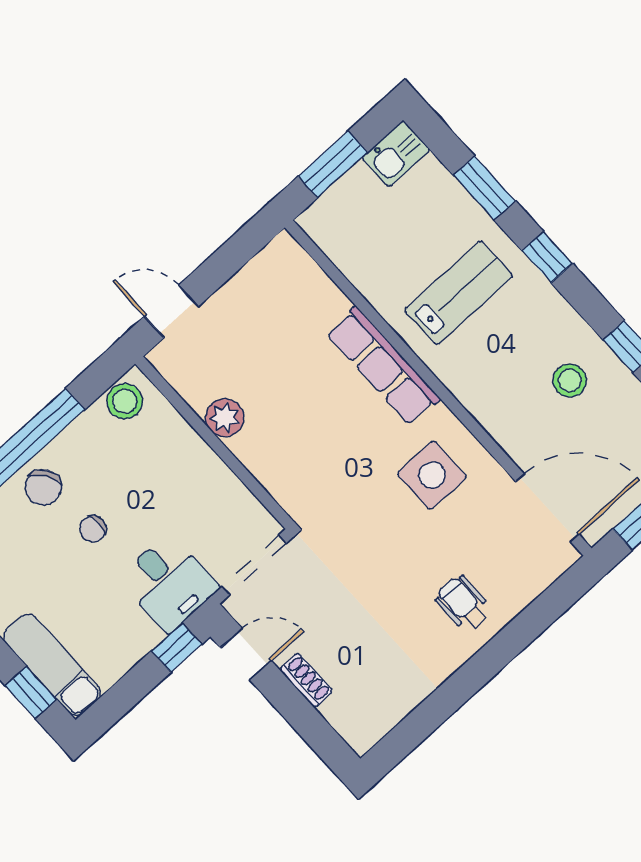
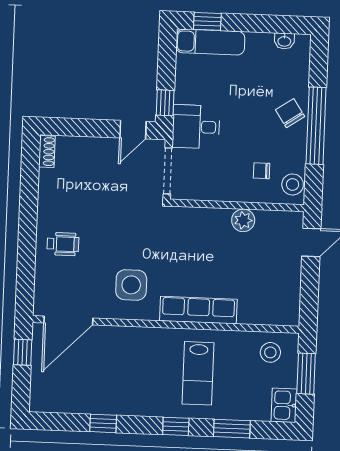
stool: (570, 380) -> (270, 352), moved
chair: (93, 529) -> (262, 171), moved, turned -90
shoe rack: (306, 680) -> (47, 152), moved, turned -90

